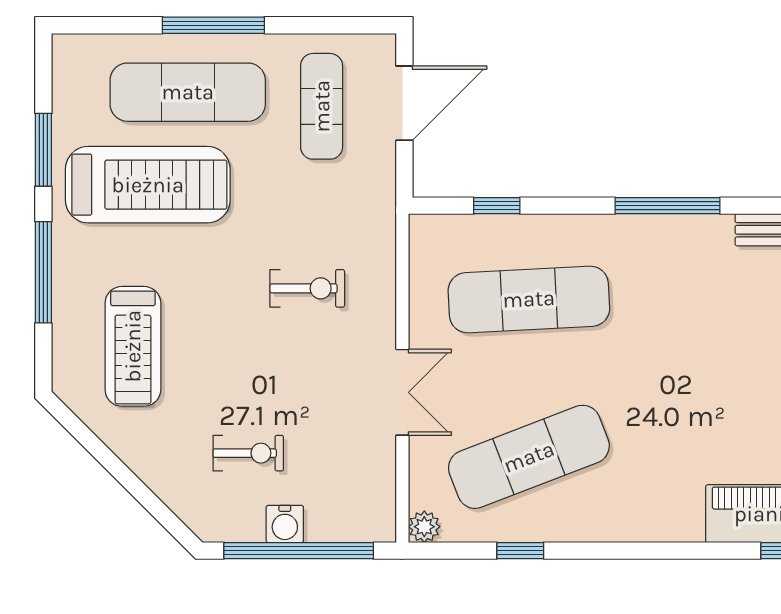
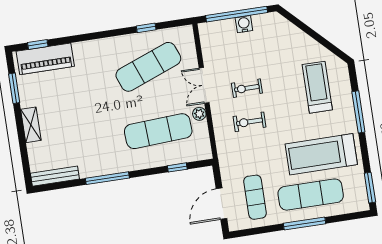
window: (43, 150) -> (370, 188), moved
exercise bike: (248, 453) -> (247, 88), moved
plant: (424, 527) -> (199, 114), moved

